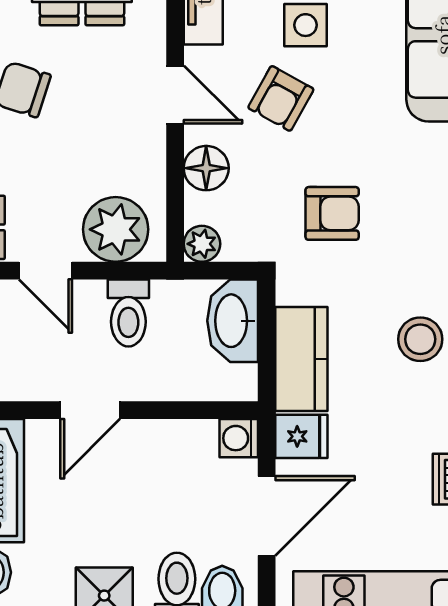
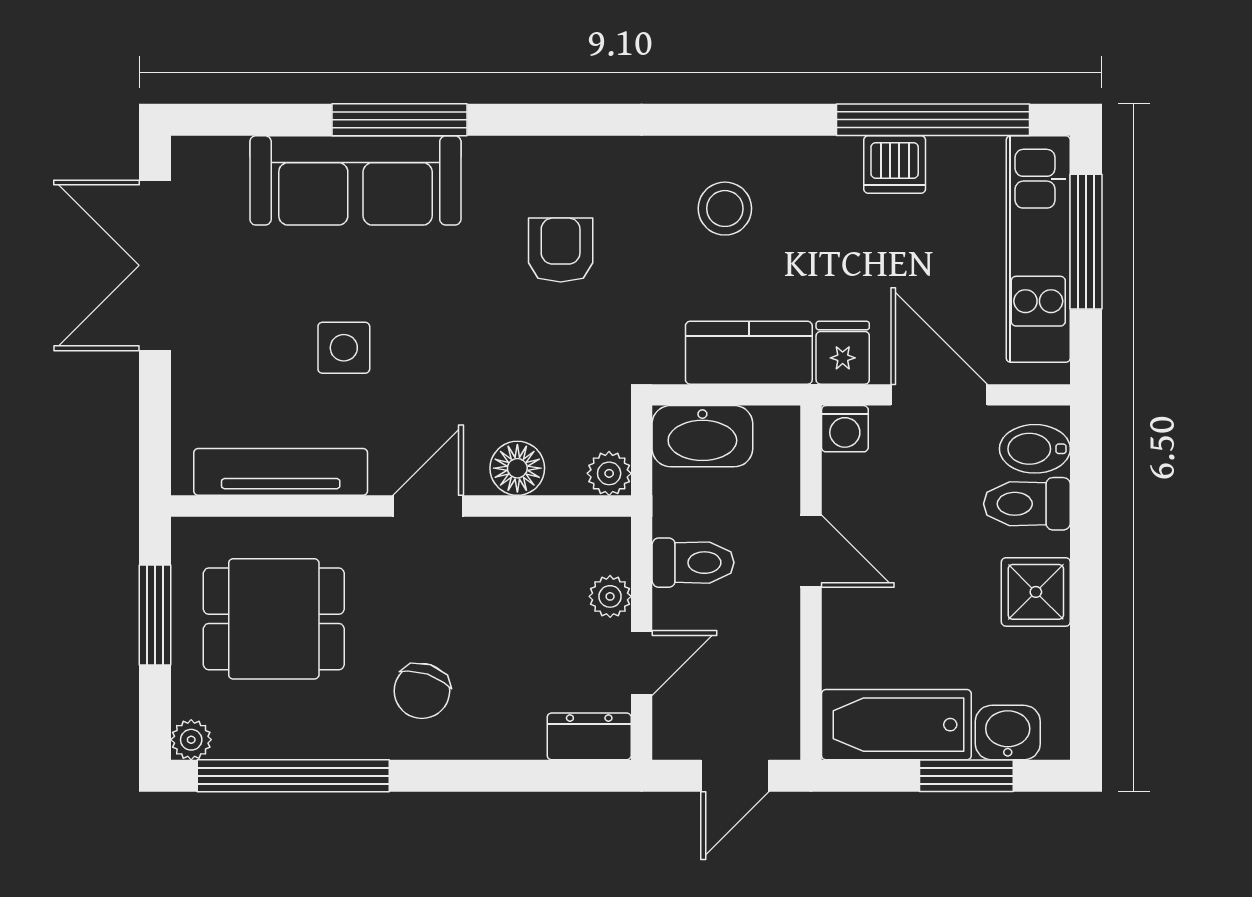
armchair: (281, 98) -> (433, 378), removed
armchair: (332, 213) -> (561, 250), moved
plant: (116, 229) -> (610, 596), width x0.53, depth x0.53
door: (90, 410) -> (811, 551), moved

